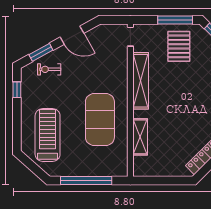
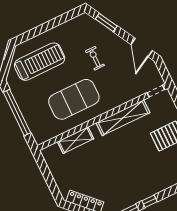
door: (72, 35) -> (142, 48), moved
exercise bike: (49, 69) -> (95, 58), moved
window: (17, 90) -> (65, 18), removed

